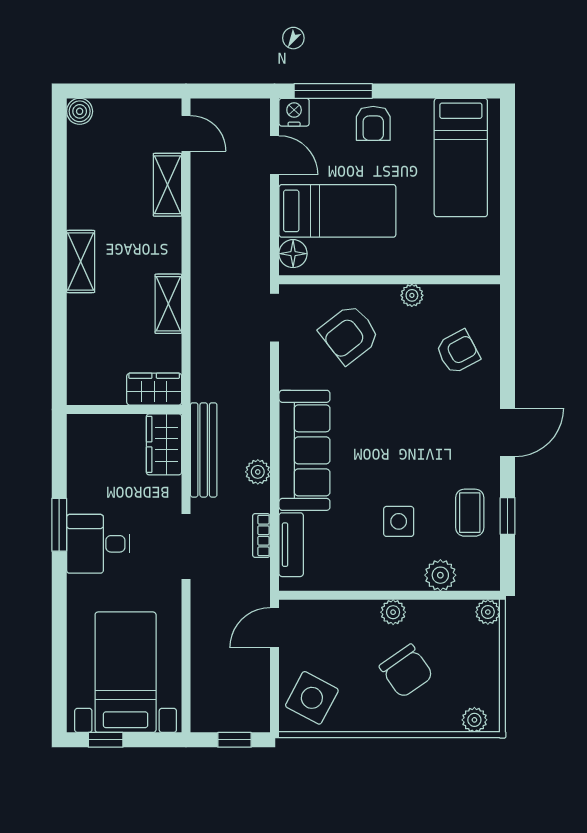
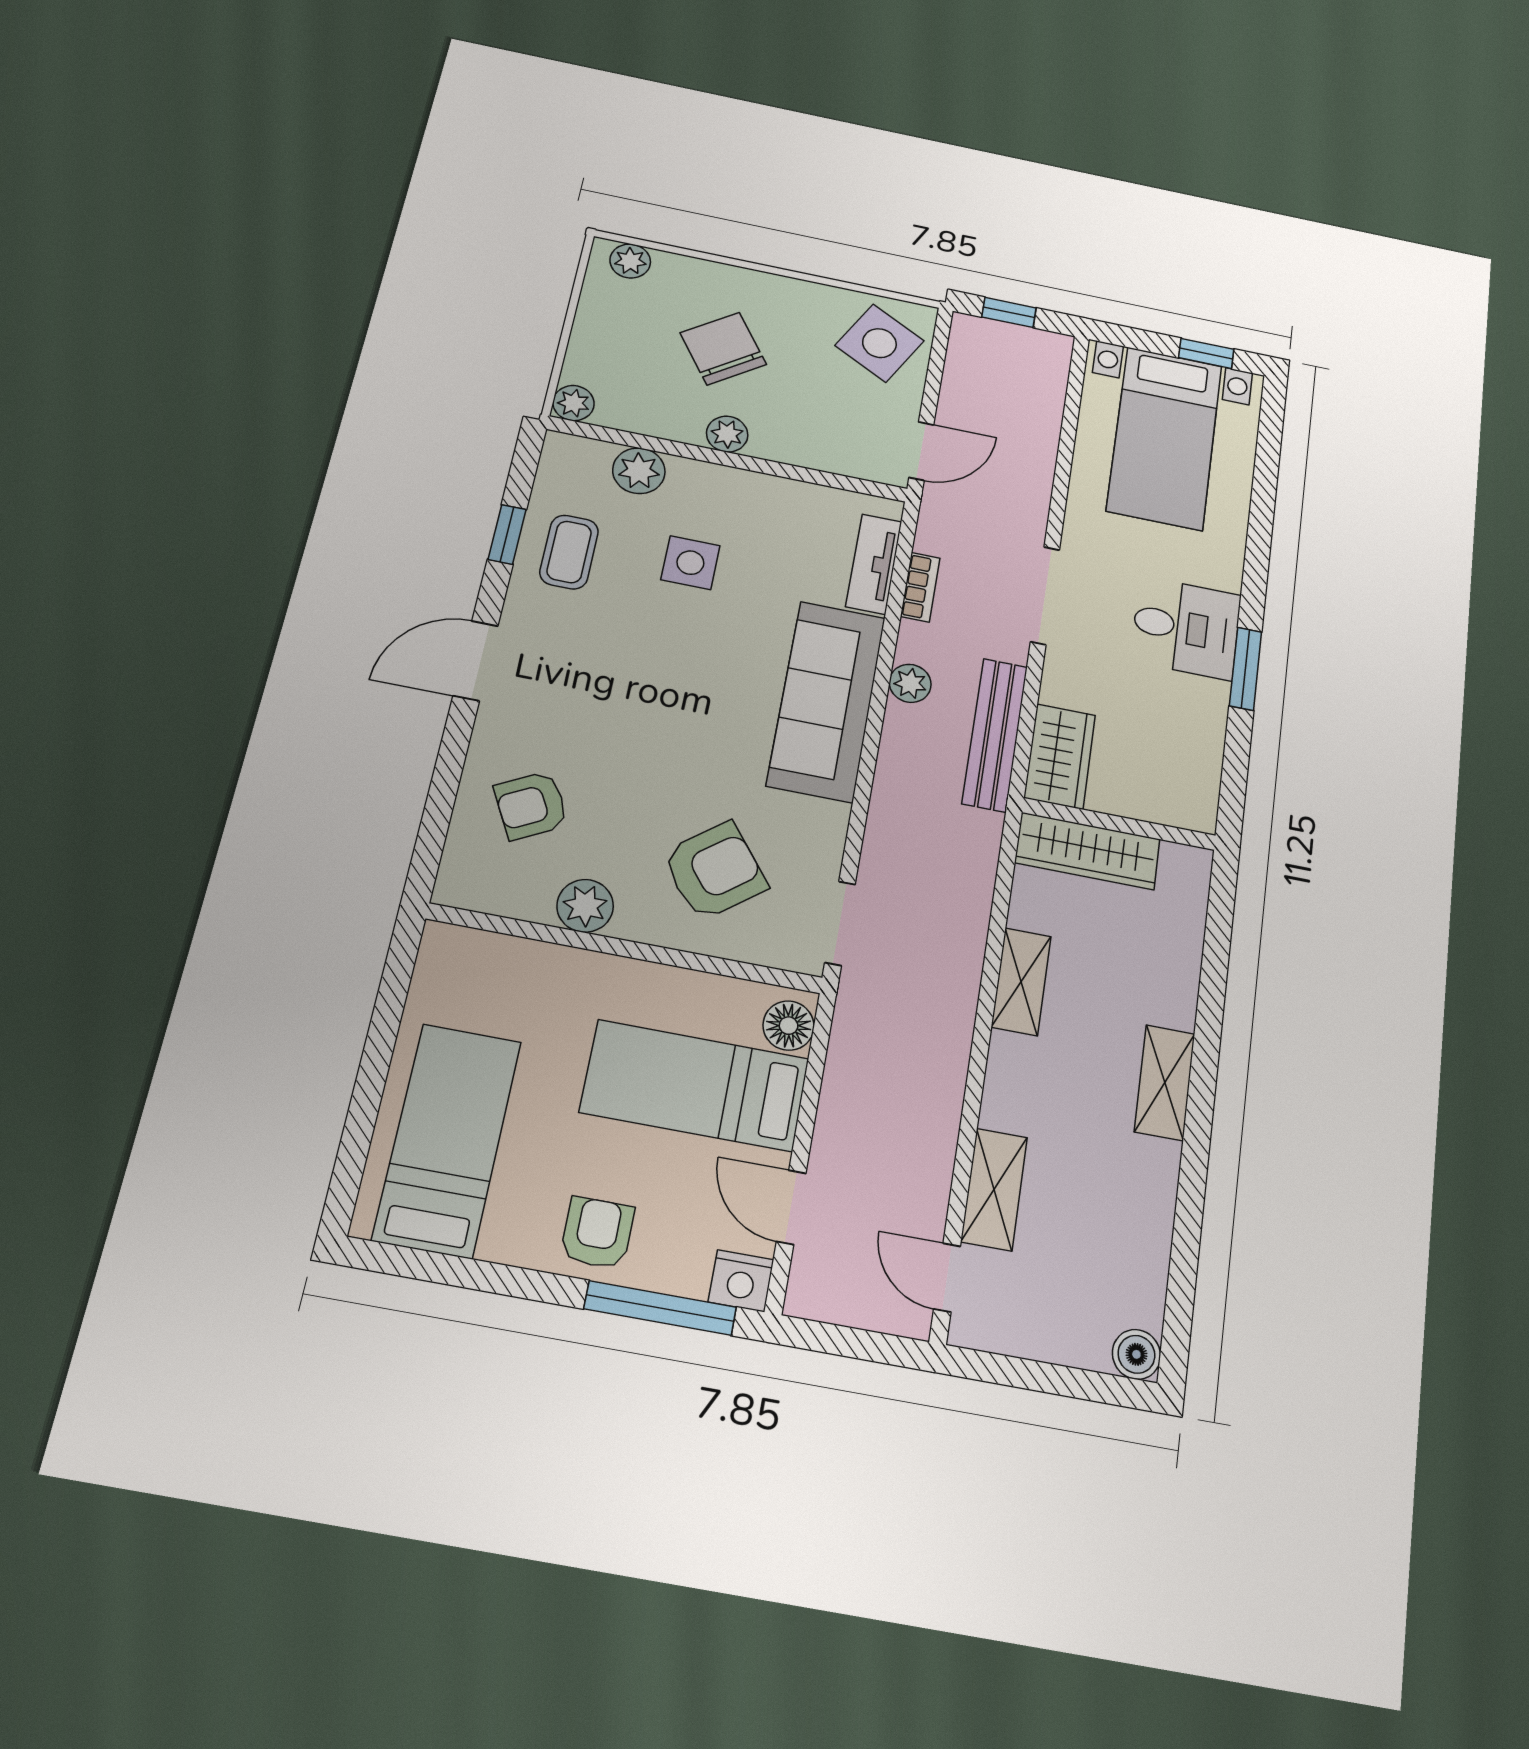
plant: (412, 295) -> (585, 906), width x1.38, depth x1.38
wardrobe: (154, 389) -> (1087, 851), width x1.50

